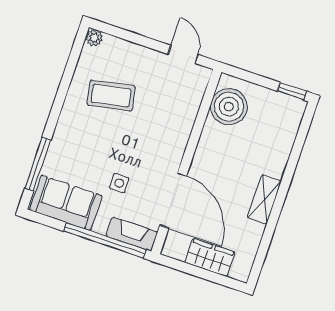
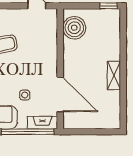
wardrobe: (210, 257) -> (93, 121), removed

